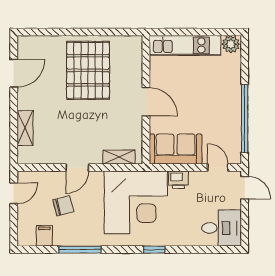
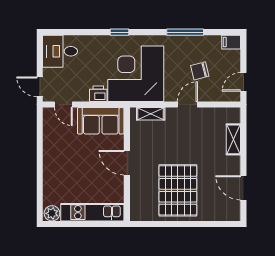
door: (14, 73) -> (243, 188), hinge flipped
window: (245, 118) -> (40, 148), removed
filing cabinet: (44, 236) -> (231, 42), moved, turned 90

